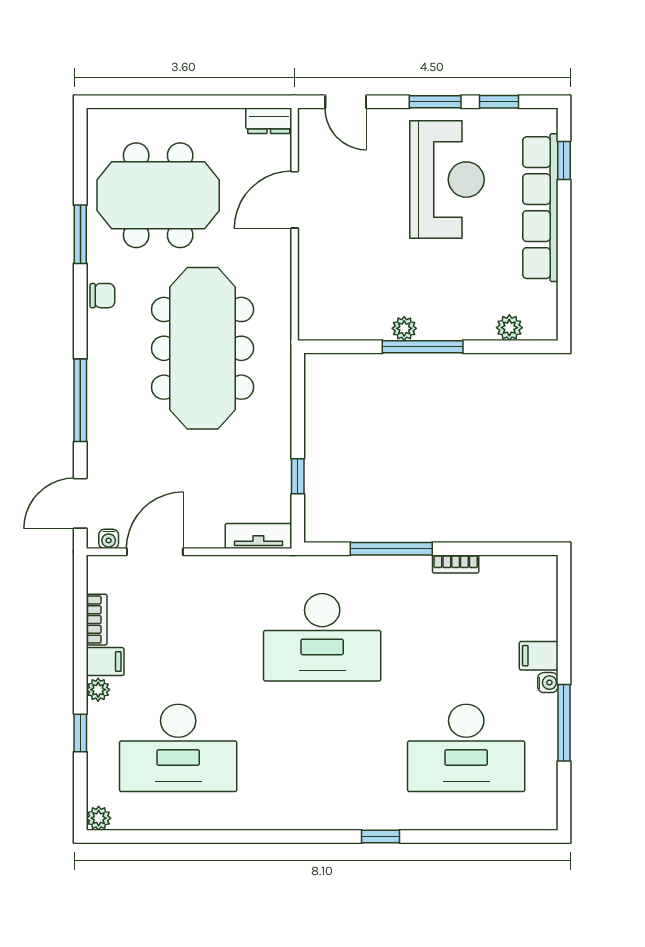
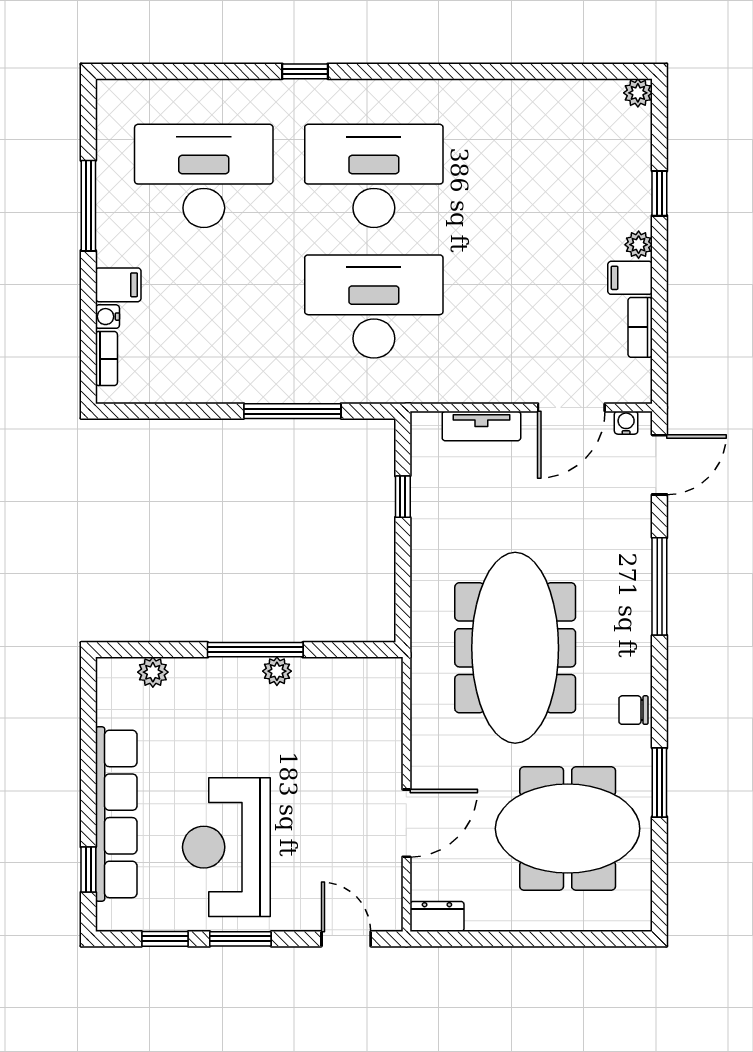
tv unit: (258, 536) -> (481, 426), moved
bookcase: (456, 564) -> (106, 359), moved, turned 90
water cooler: (548, 683) -> (107, 317), moved
desk: (178, 748) -> (374, 176), moved

